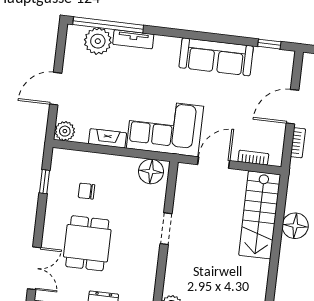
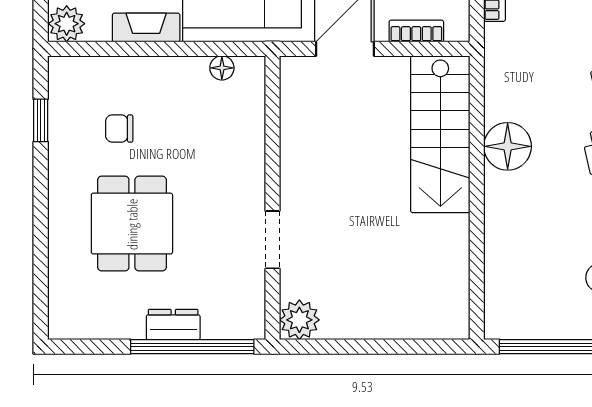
floor lamp: (151, 171) -> (222, 68), width x0.53, depth x0.53
doorway: (166, 229) -> (273, 240), moved
double door: (34, 268) -> (41, 281), removed

